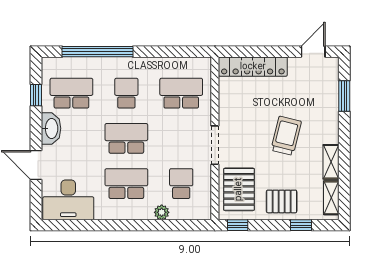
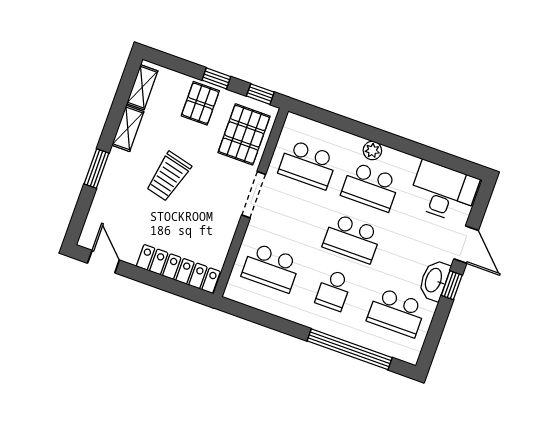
door: (313, 52) -> (103, 262), swing flipped
window: (36, 95) -> (452, 285), moved
window: (344, 96) -> (96, 169), moved
school desk: (181, 184) -> (308, 164), width x1.85
pallet: (282, 201) -> (200, 103), turned 90
plant: (162, 212) -> (372, 151), moved
window: (301, 225) -> (216, 78), moved

